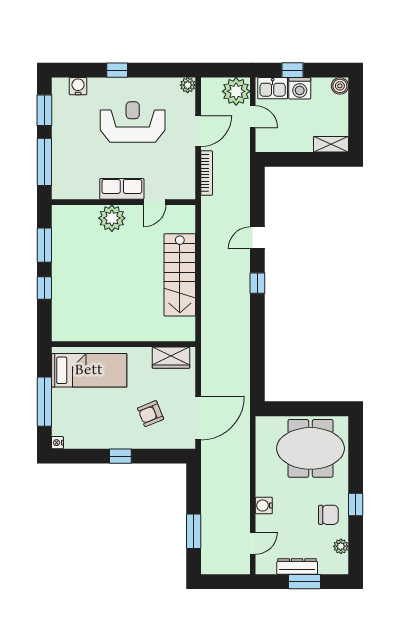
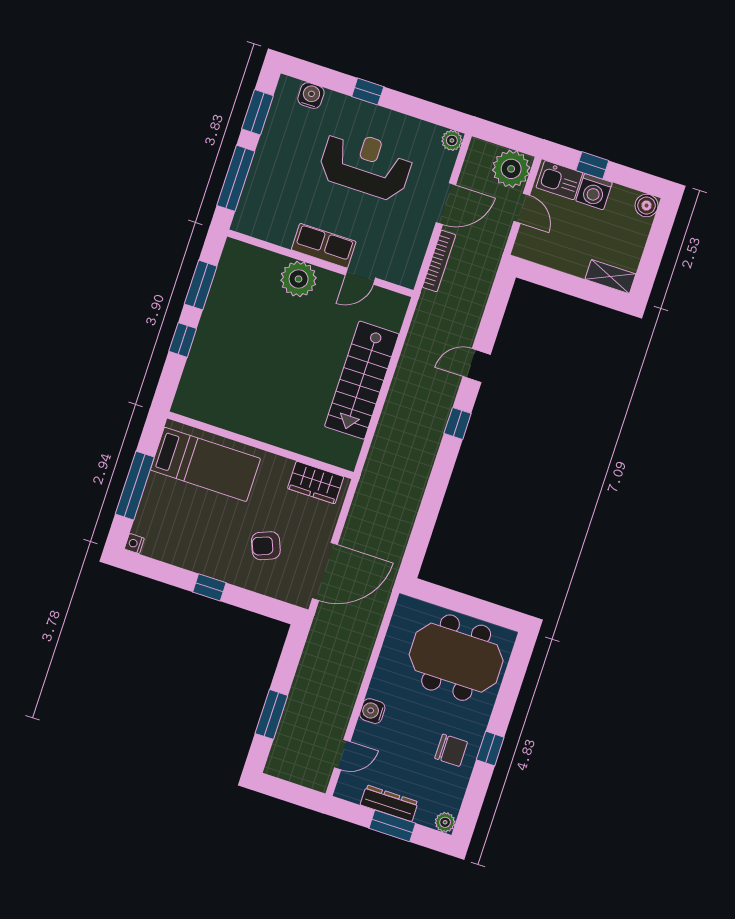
plant: (341, 546) -> (445, 822), moved

